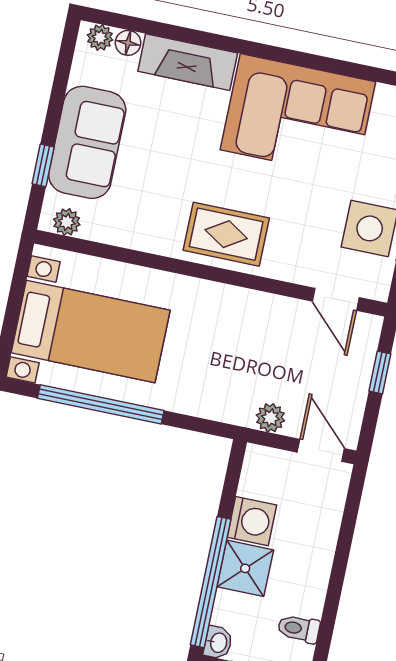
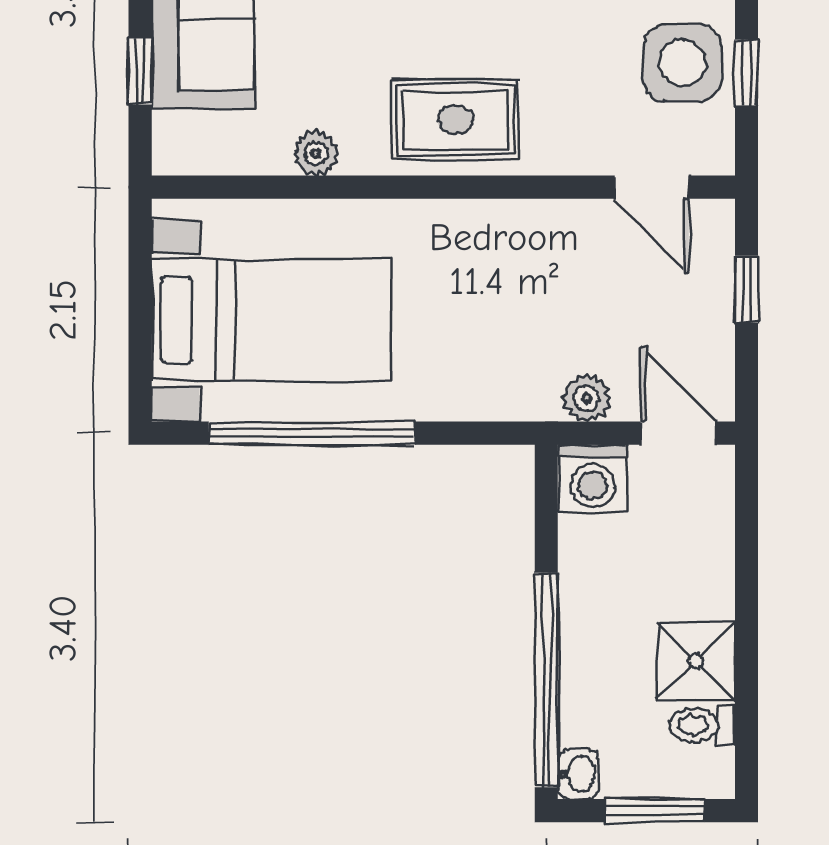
plant: (67, 222) -> (316, 153), moved
washing machine: (252, 521) -> (593, 479), moved, turned 90
shower: (245, 568) -> (696, 661), moved

